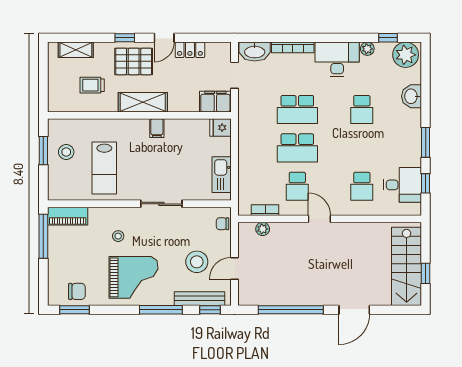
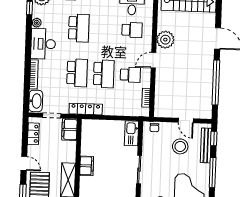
locker: (190, 50) -> (33, 134), moved
school desk: (362, 110) -> (79, 28), width x1.85
locker: (246, 124) -> (86, 109), added
filing cabinet: (157, 128) -> (87, 166), width x2.00
fridge: (221, 128) -> (88, 127), removed
kitchen sink: (222, 175) -> (131, 133), moved, turned 90
plant: (263, 229) -> (165, 40), moved, width x1.87, depth x1.87

